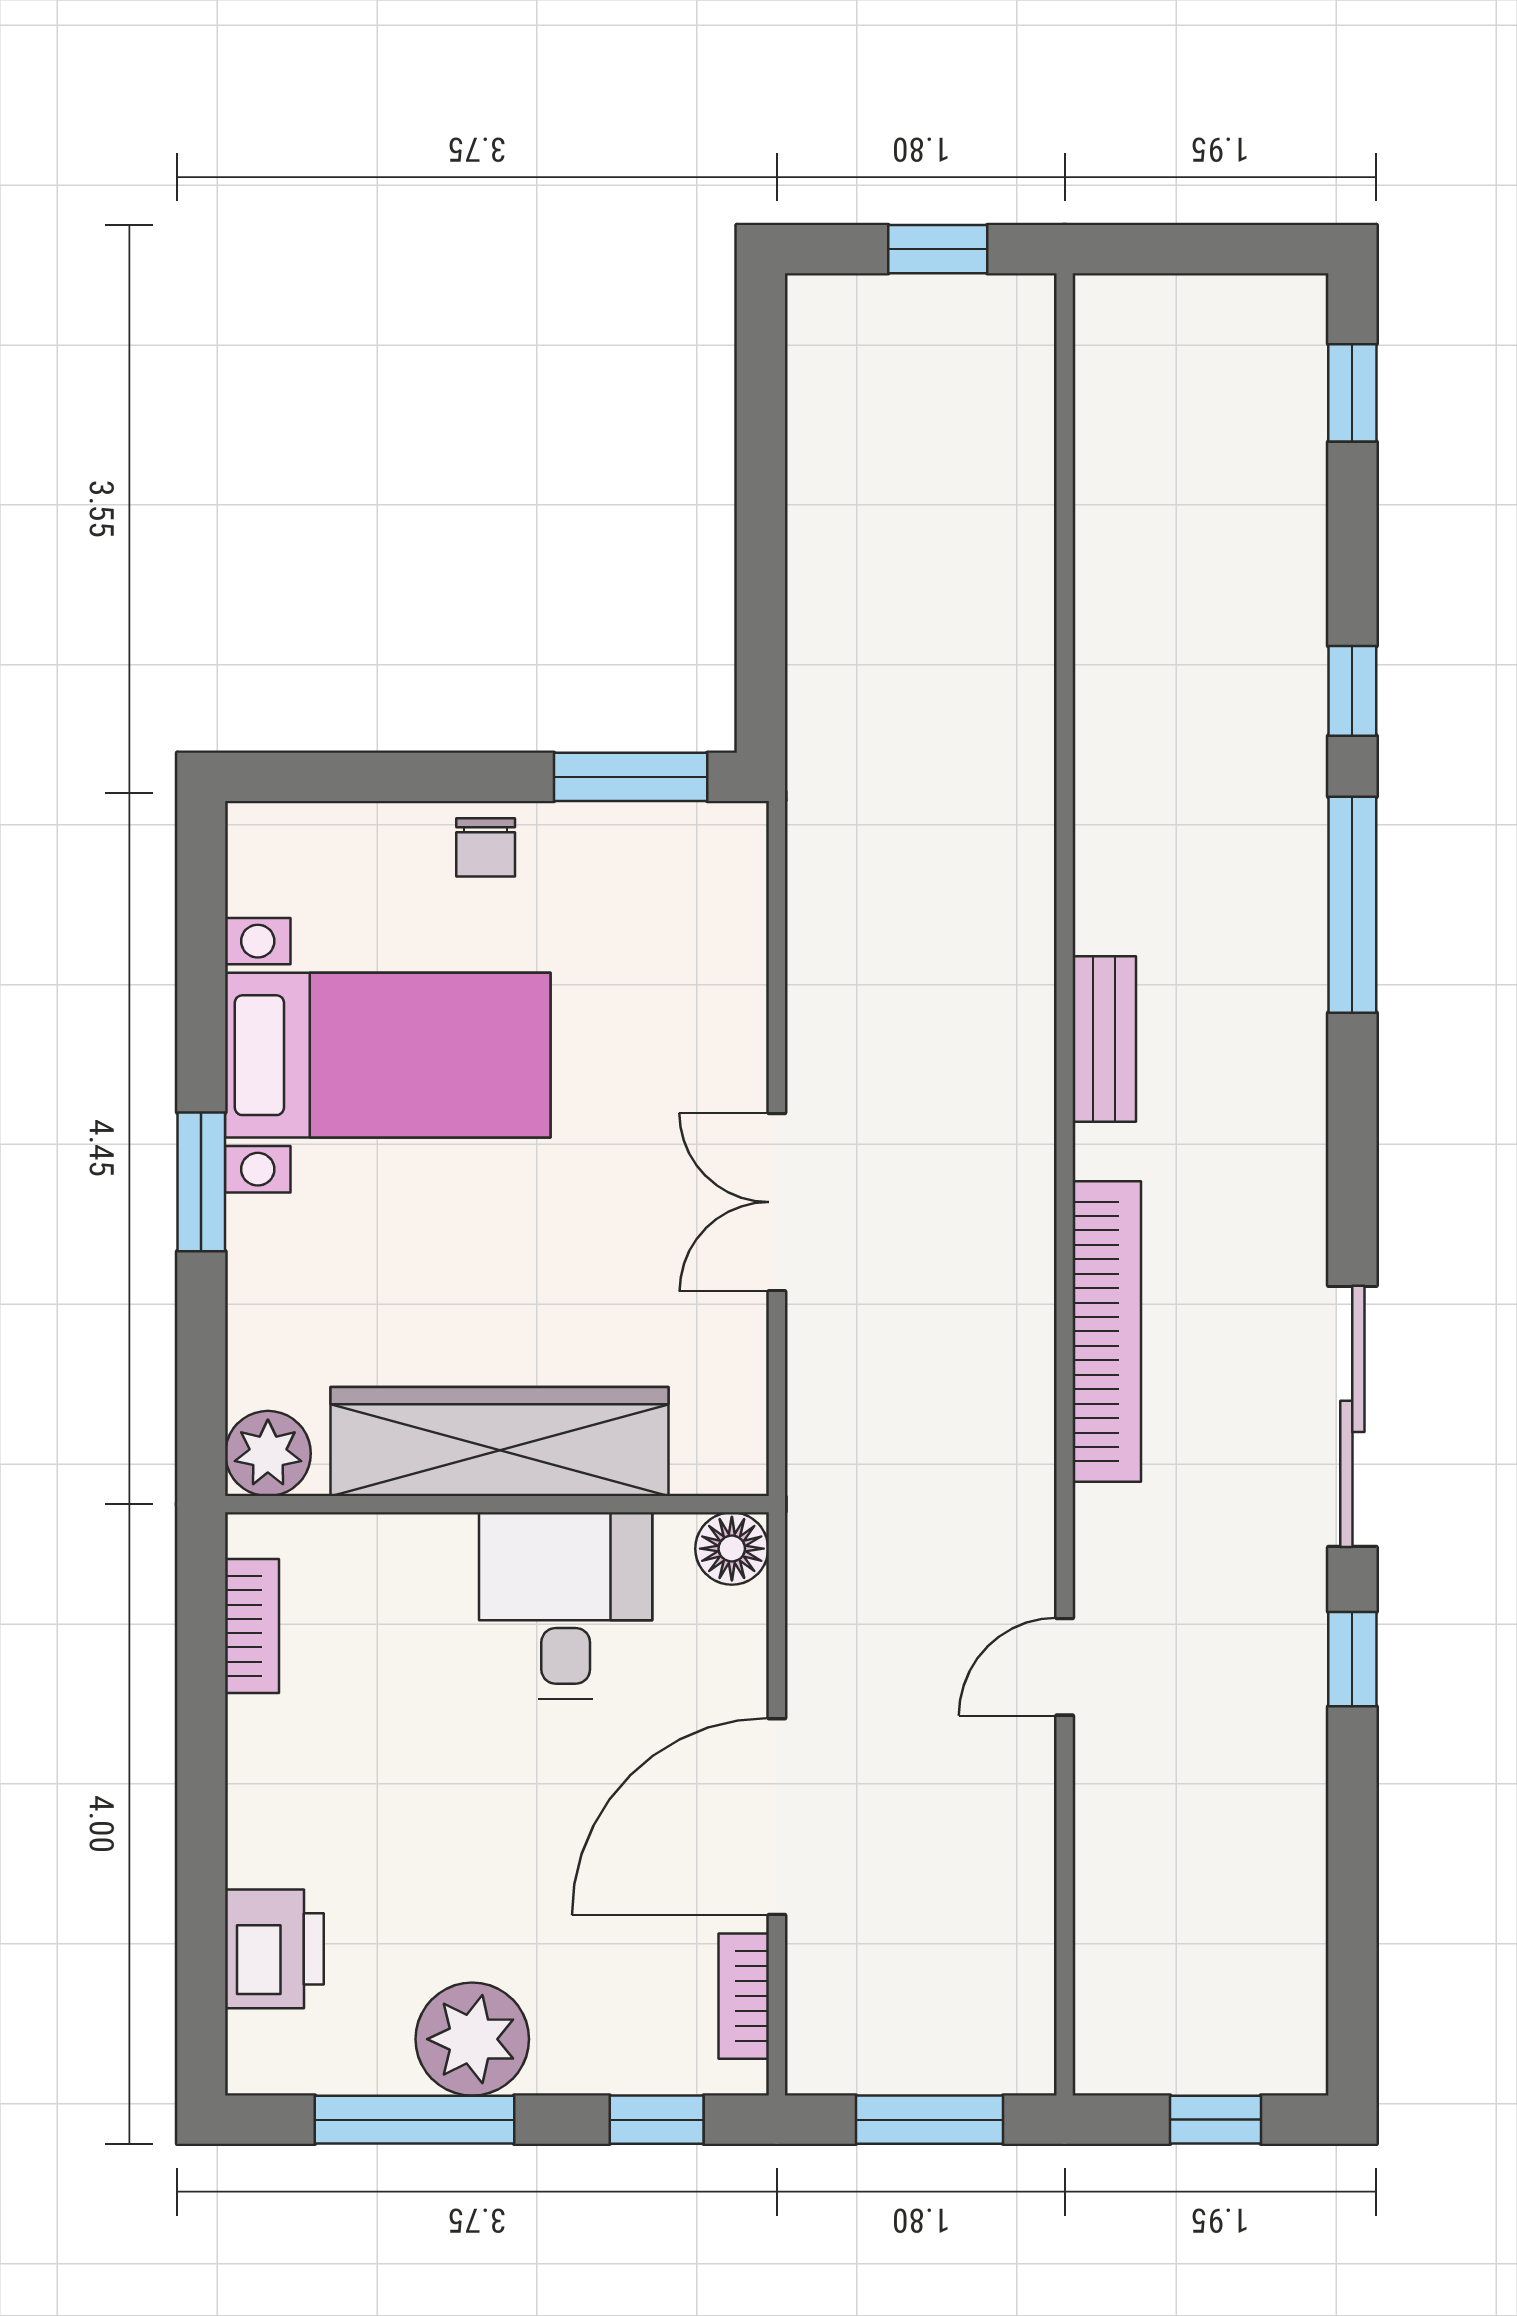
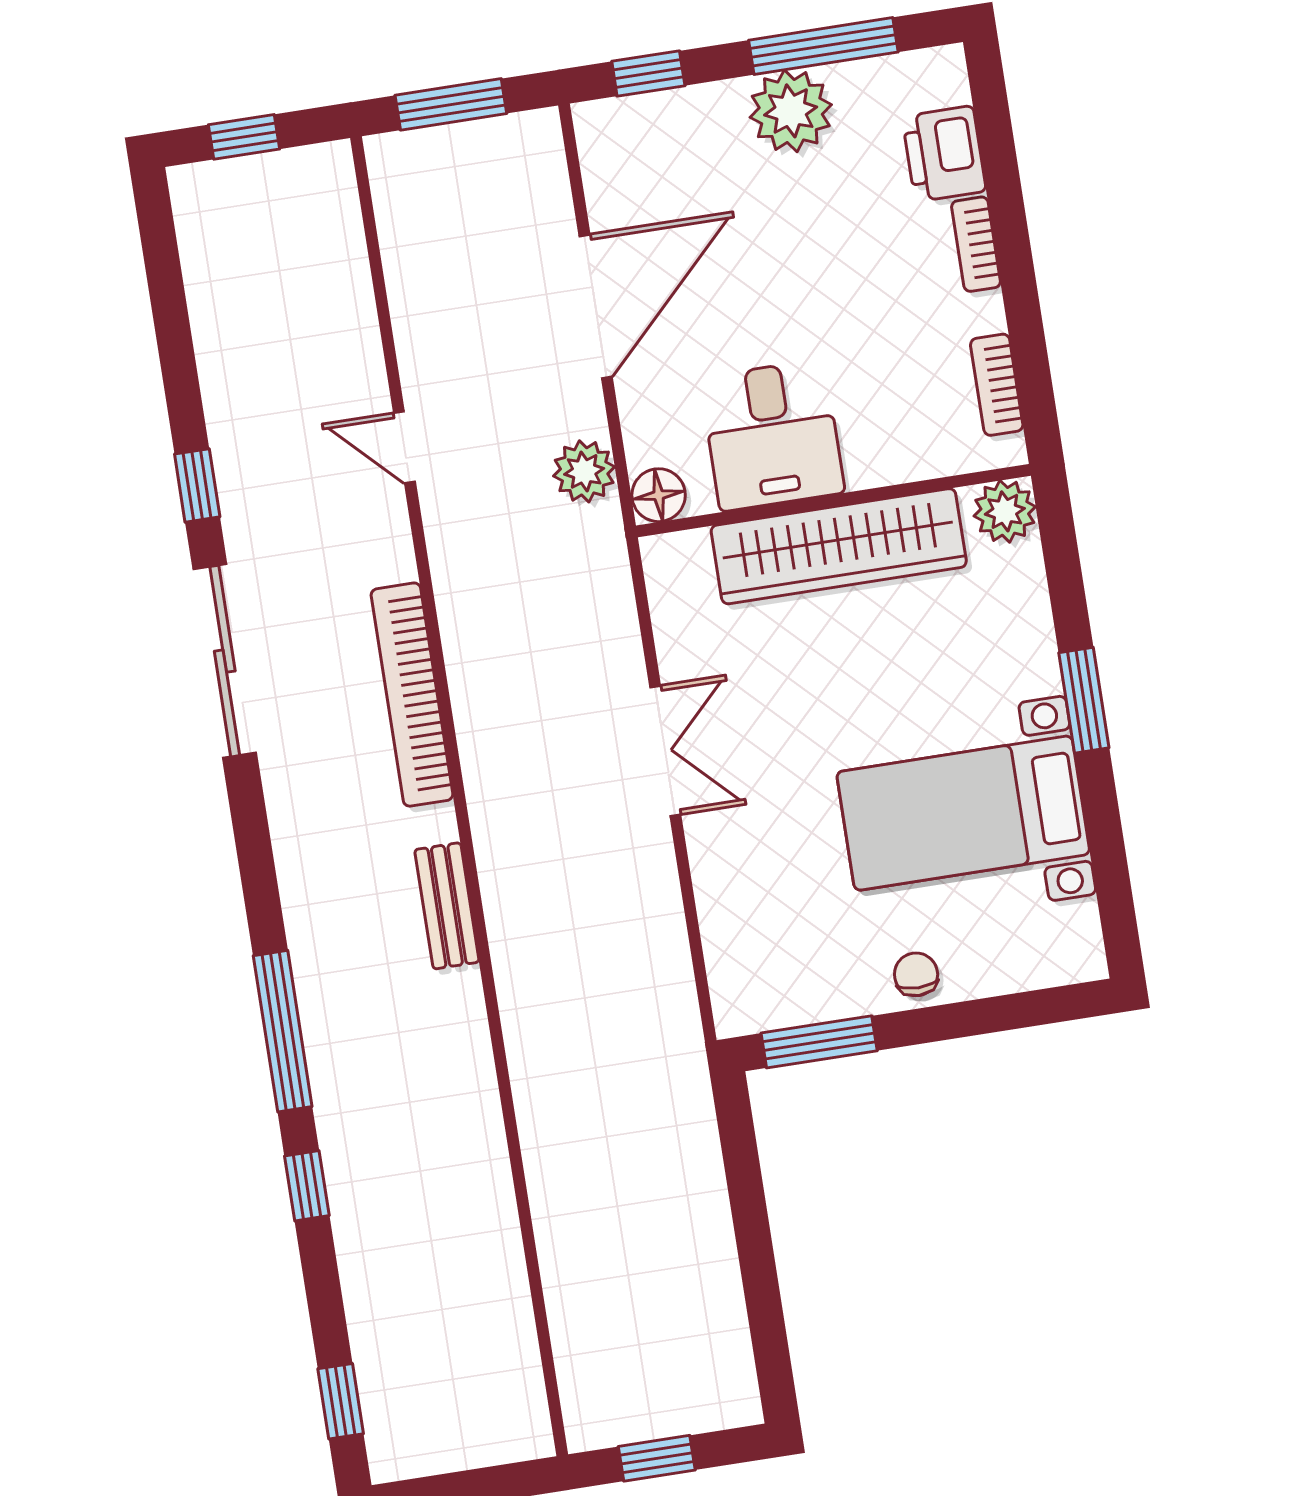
plant: (827, 1596) -> (584, 471), added
door: (1065, 1667) -> (404, 447), swing flipped
bookcase: (744, 1996) -> (976, 244), moved, turned 180

